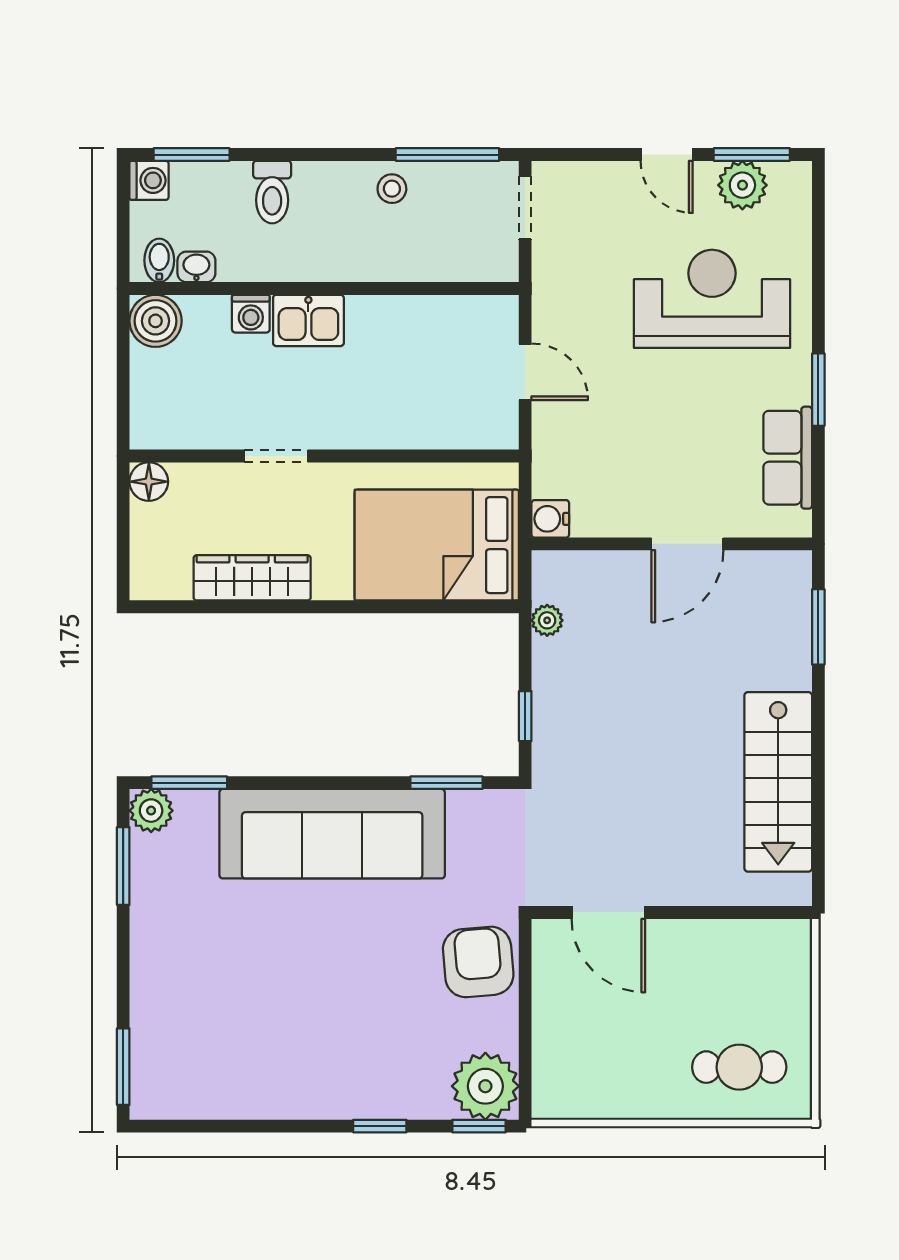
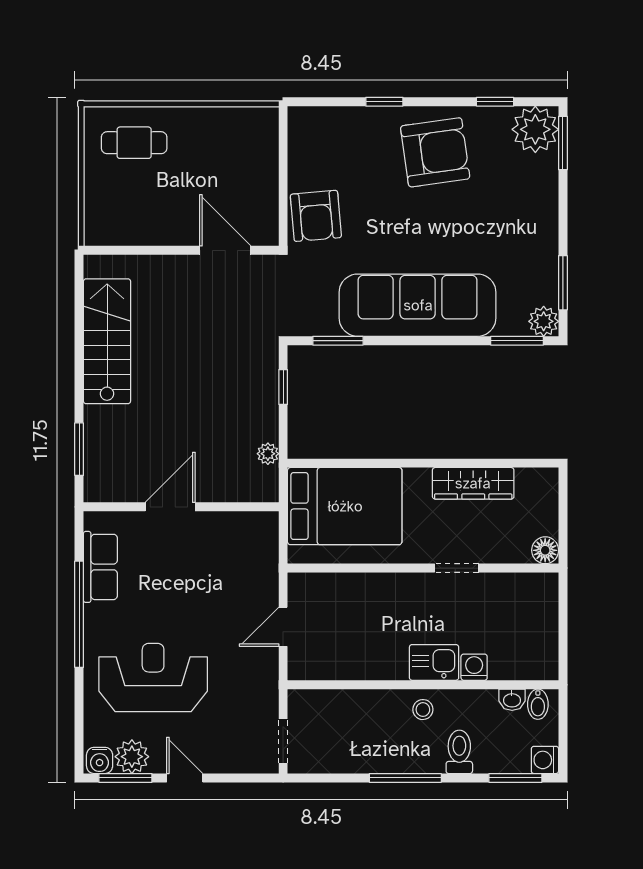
window: (447, 155) -> (405, 778), moved
stool: (392, 189) -> (423, 710), moved
reception desk: (712, 299) -> (153, 677), turned 180
boiler: (156, 321) -> (540, 662), removed
door: (525, 372) -> (283, 627), hinge flipped
window: (818, 390) -> (79, 614), width x2.11
water cooler: (550, 519) -> (100, 760), moved, turned 90
armchair: (307, 1053) -> (435, 152), added
plant: (485, 1086) -> (535, 129), moved
window: (479, 1126) -> (495, 102), moved

